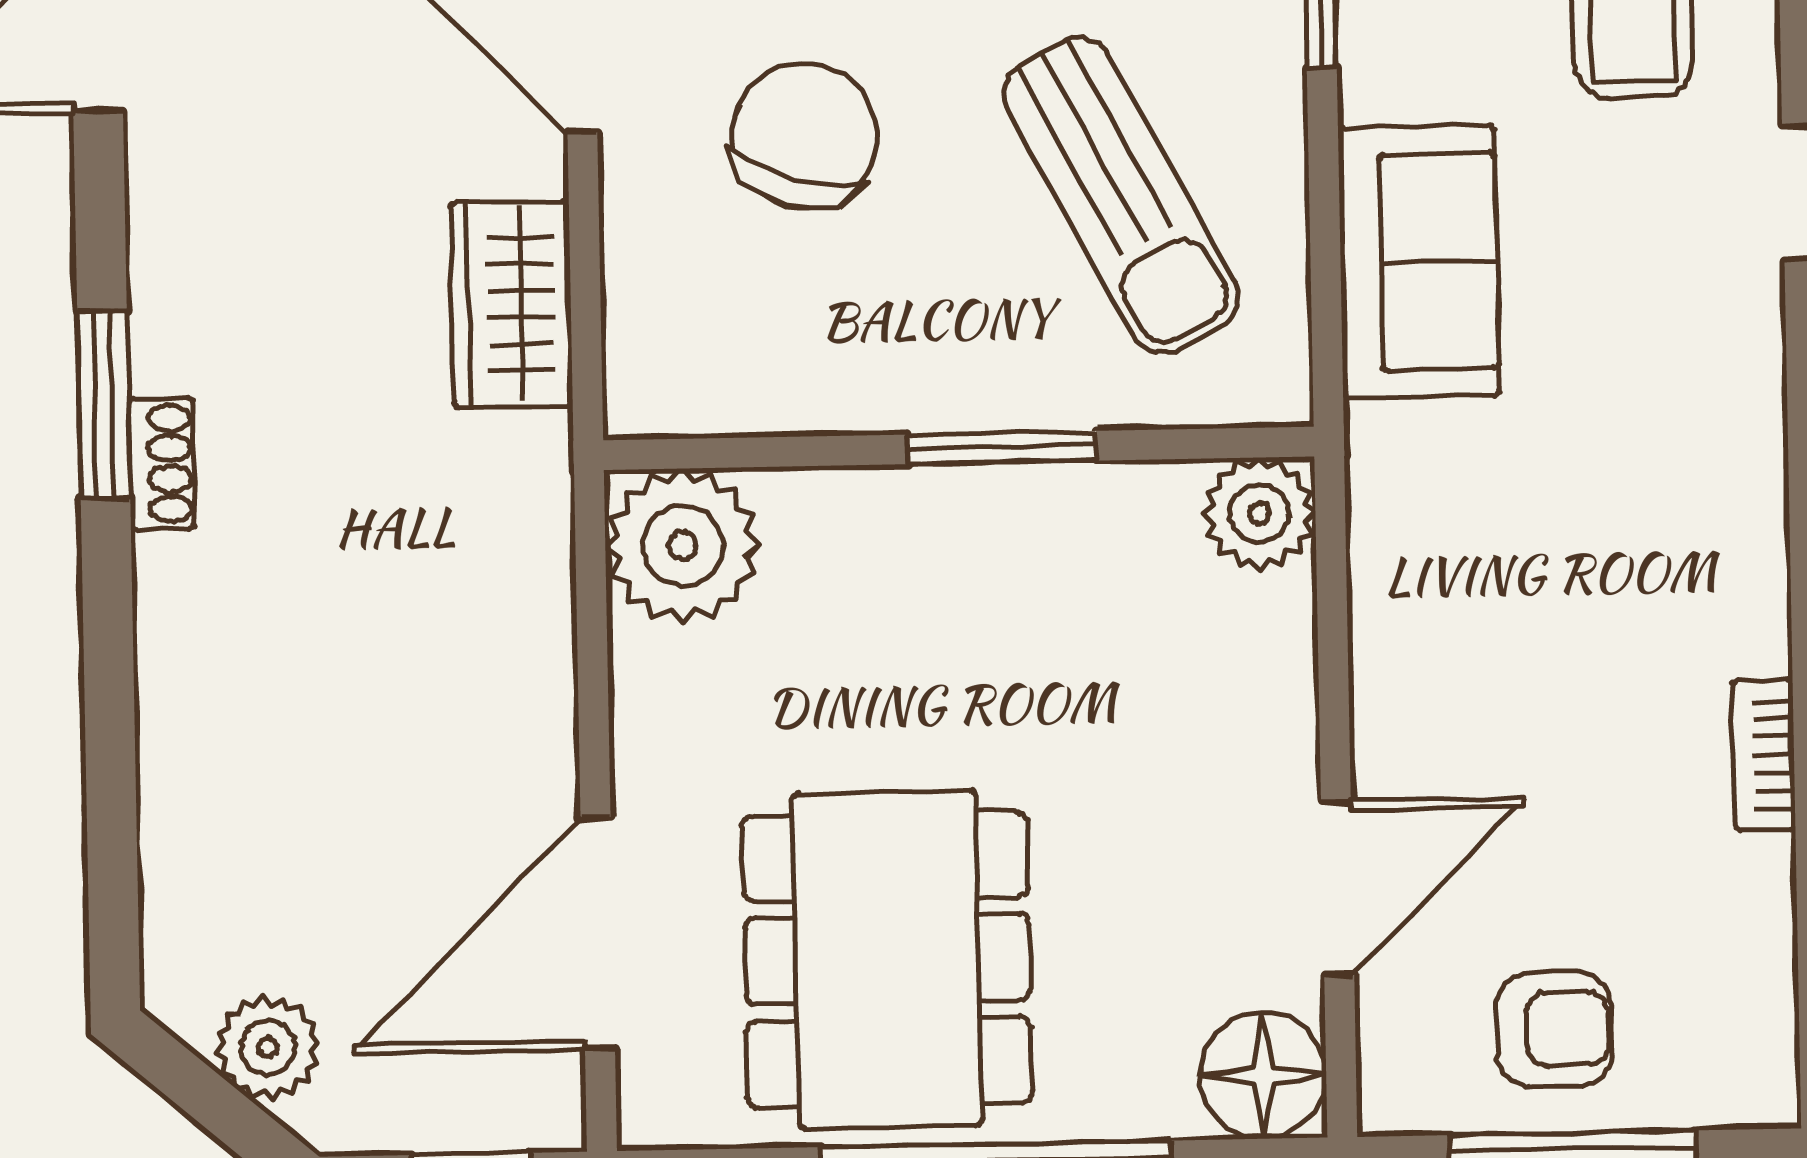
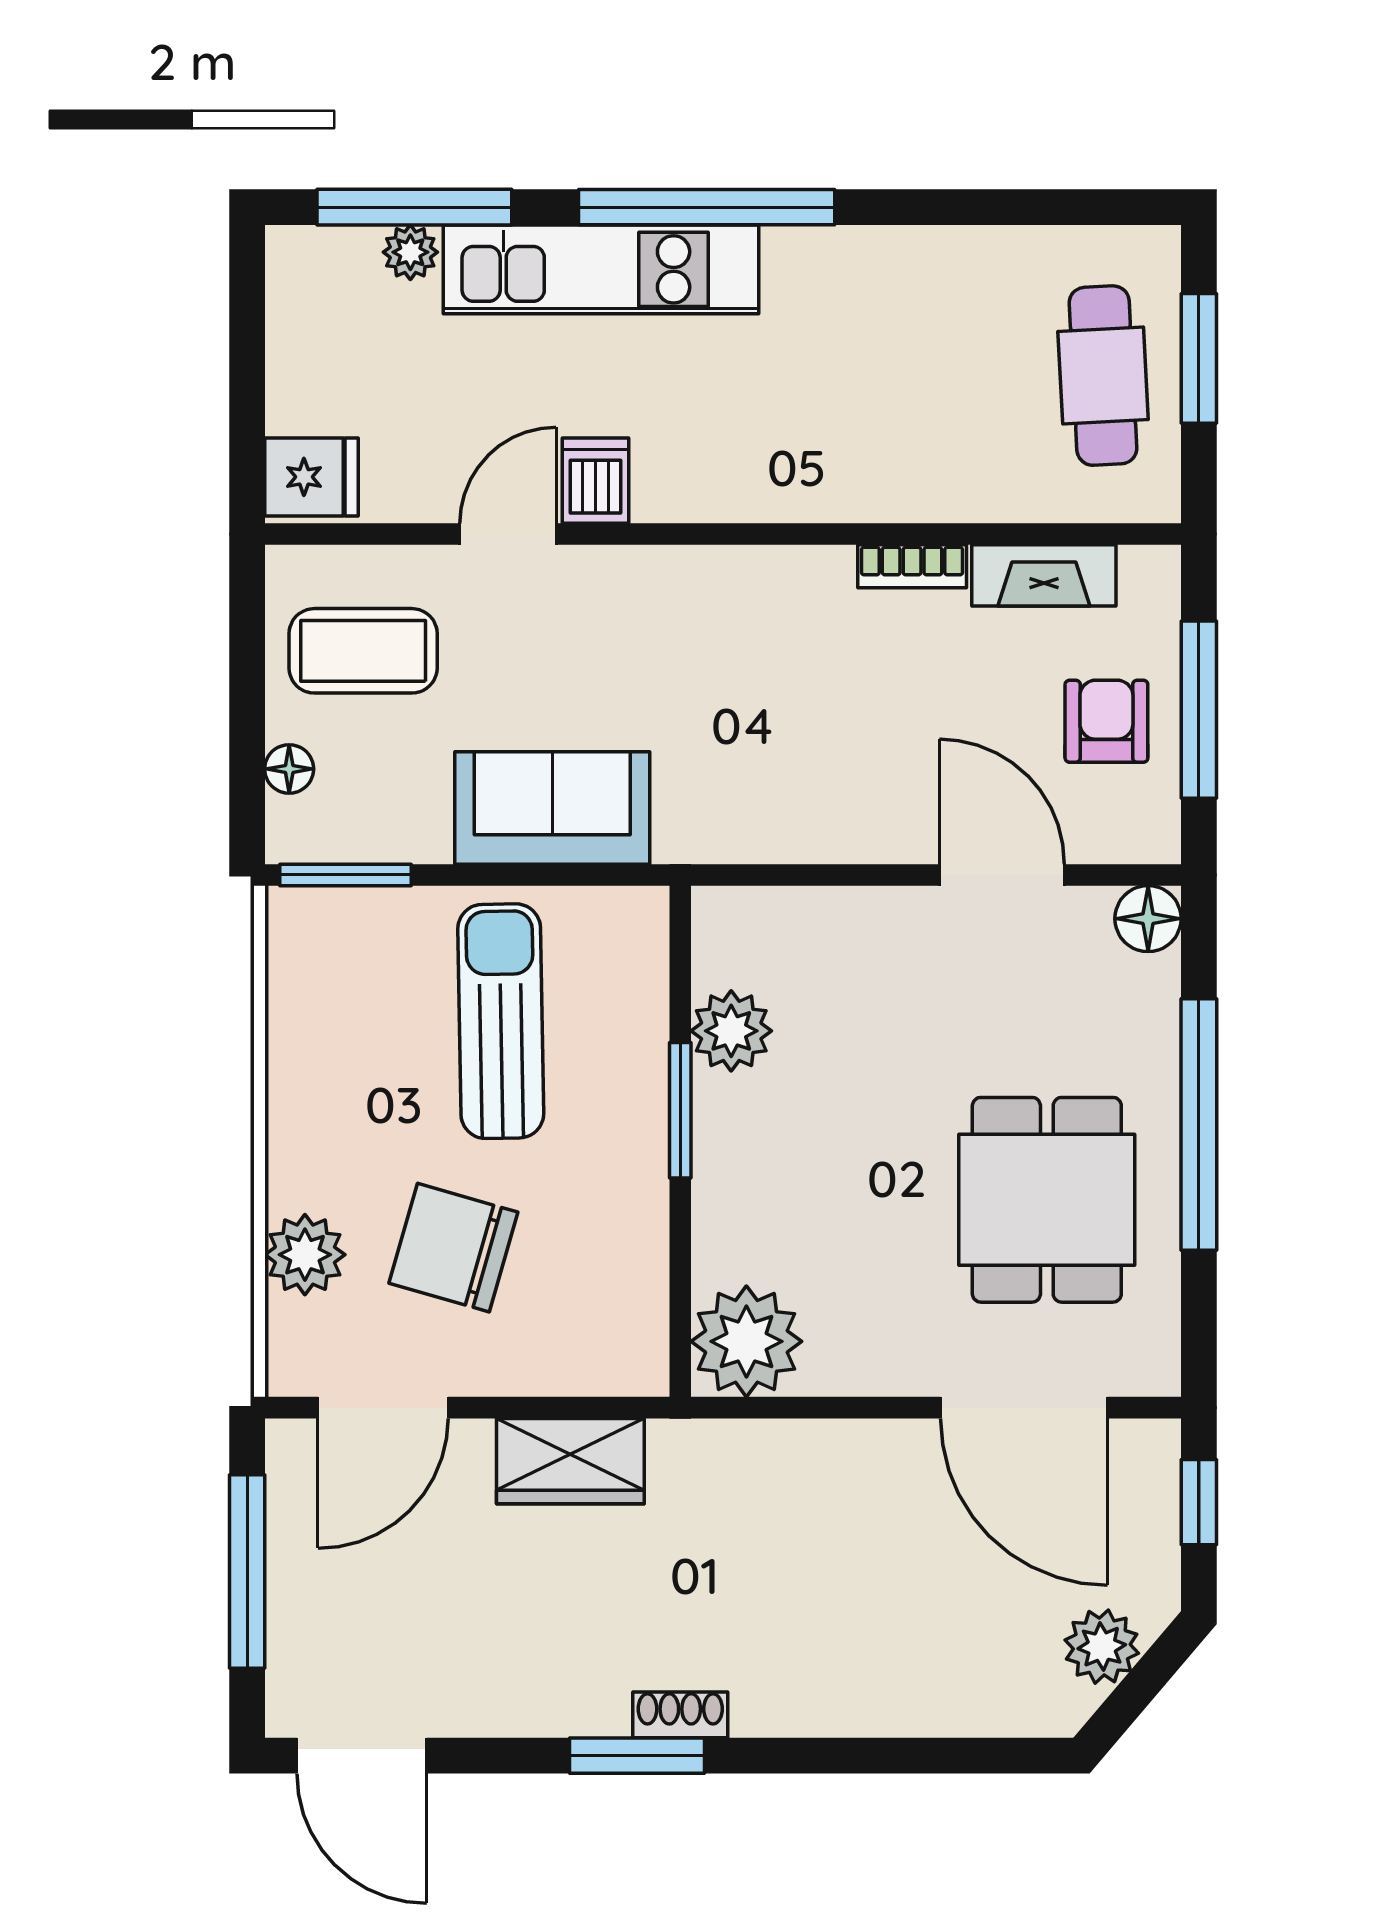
sun lounger: (1121, 196) -> (501, 1021), turned -63
plant: (1260, 513) -> (731, 1031), moved
fireplace: (1755, 939) -> (1044, 575), added
dining table: (887, 959) -> (1047, 1200), width x0.73
floor lamp: (1263, 1076) -> (1148, 919), width x0.73, depth x0.73

